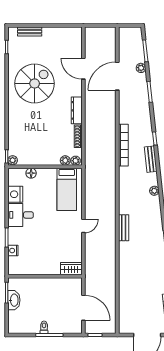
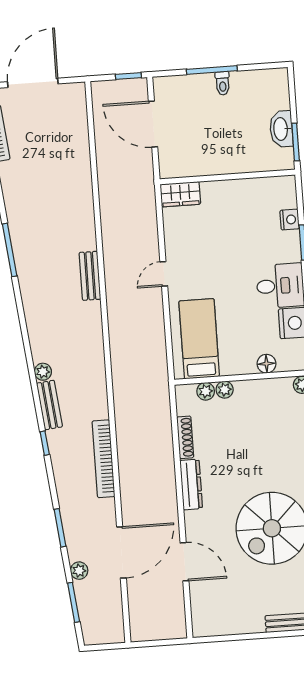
bookcase: (123, 145) -> (103, 459), moved
plant: (76, 161) -> (225, 390), moved
plant: (154, 191) -> (43, 372), moved

